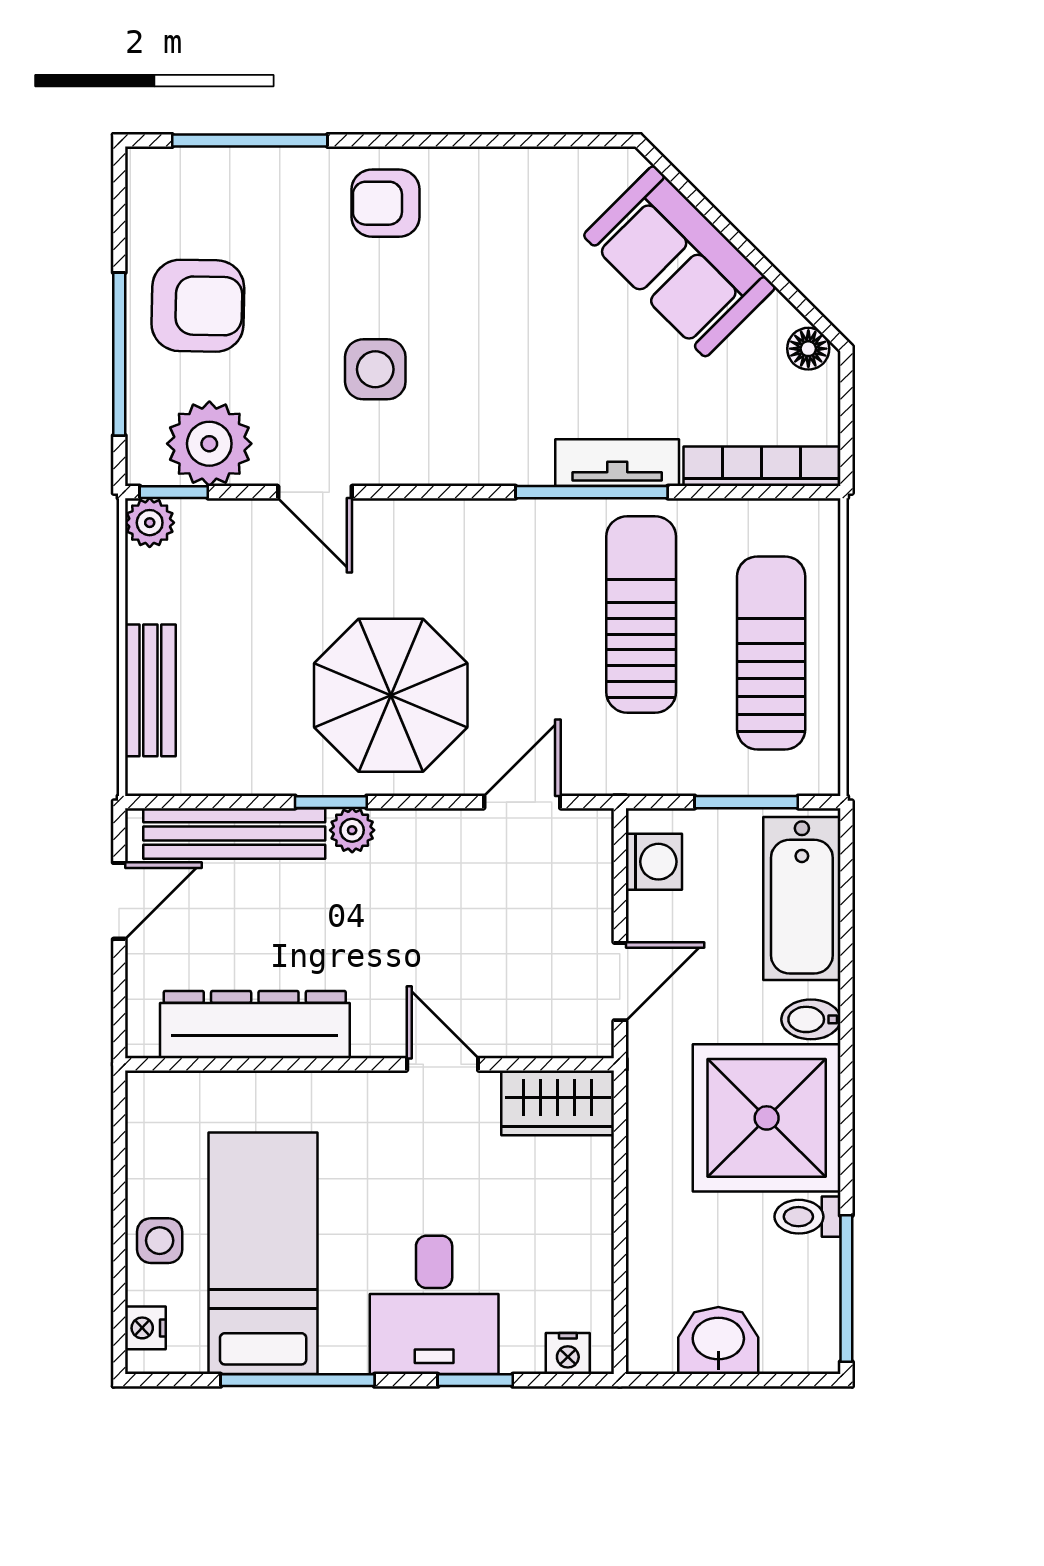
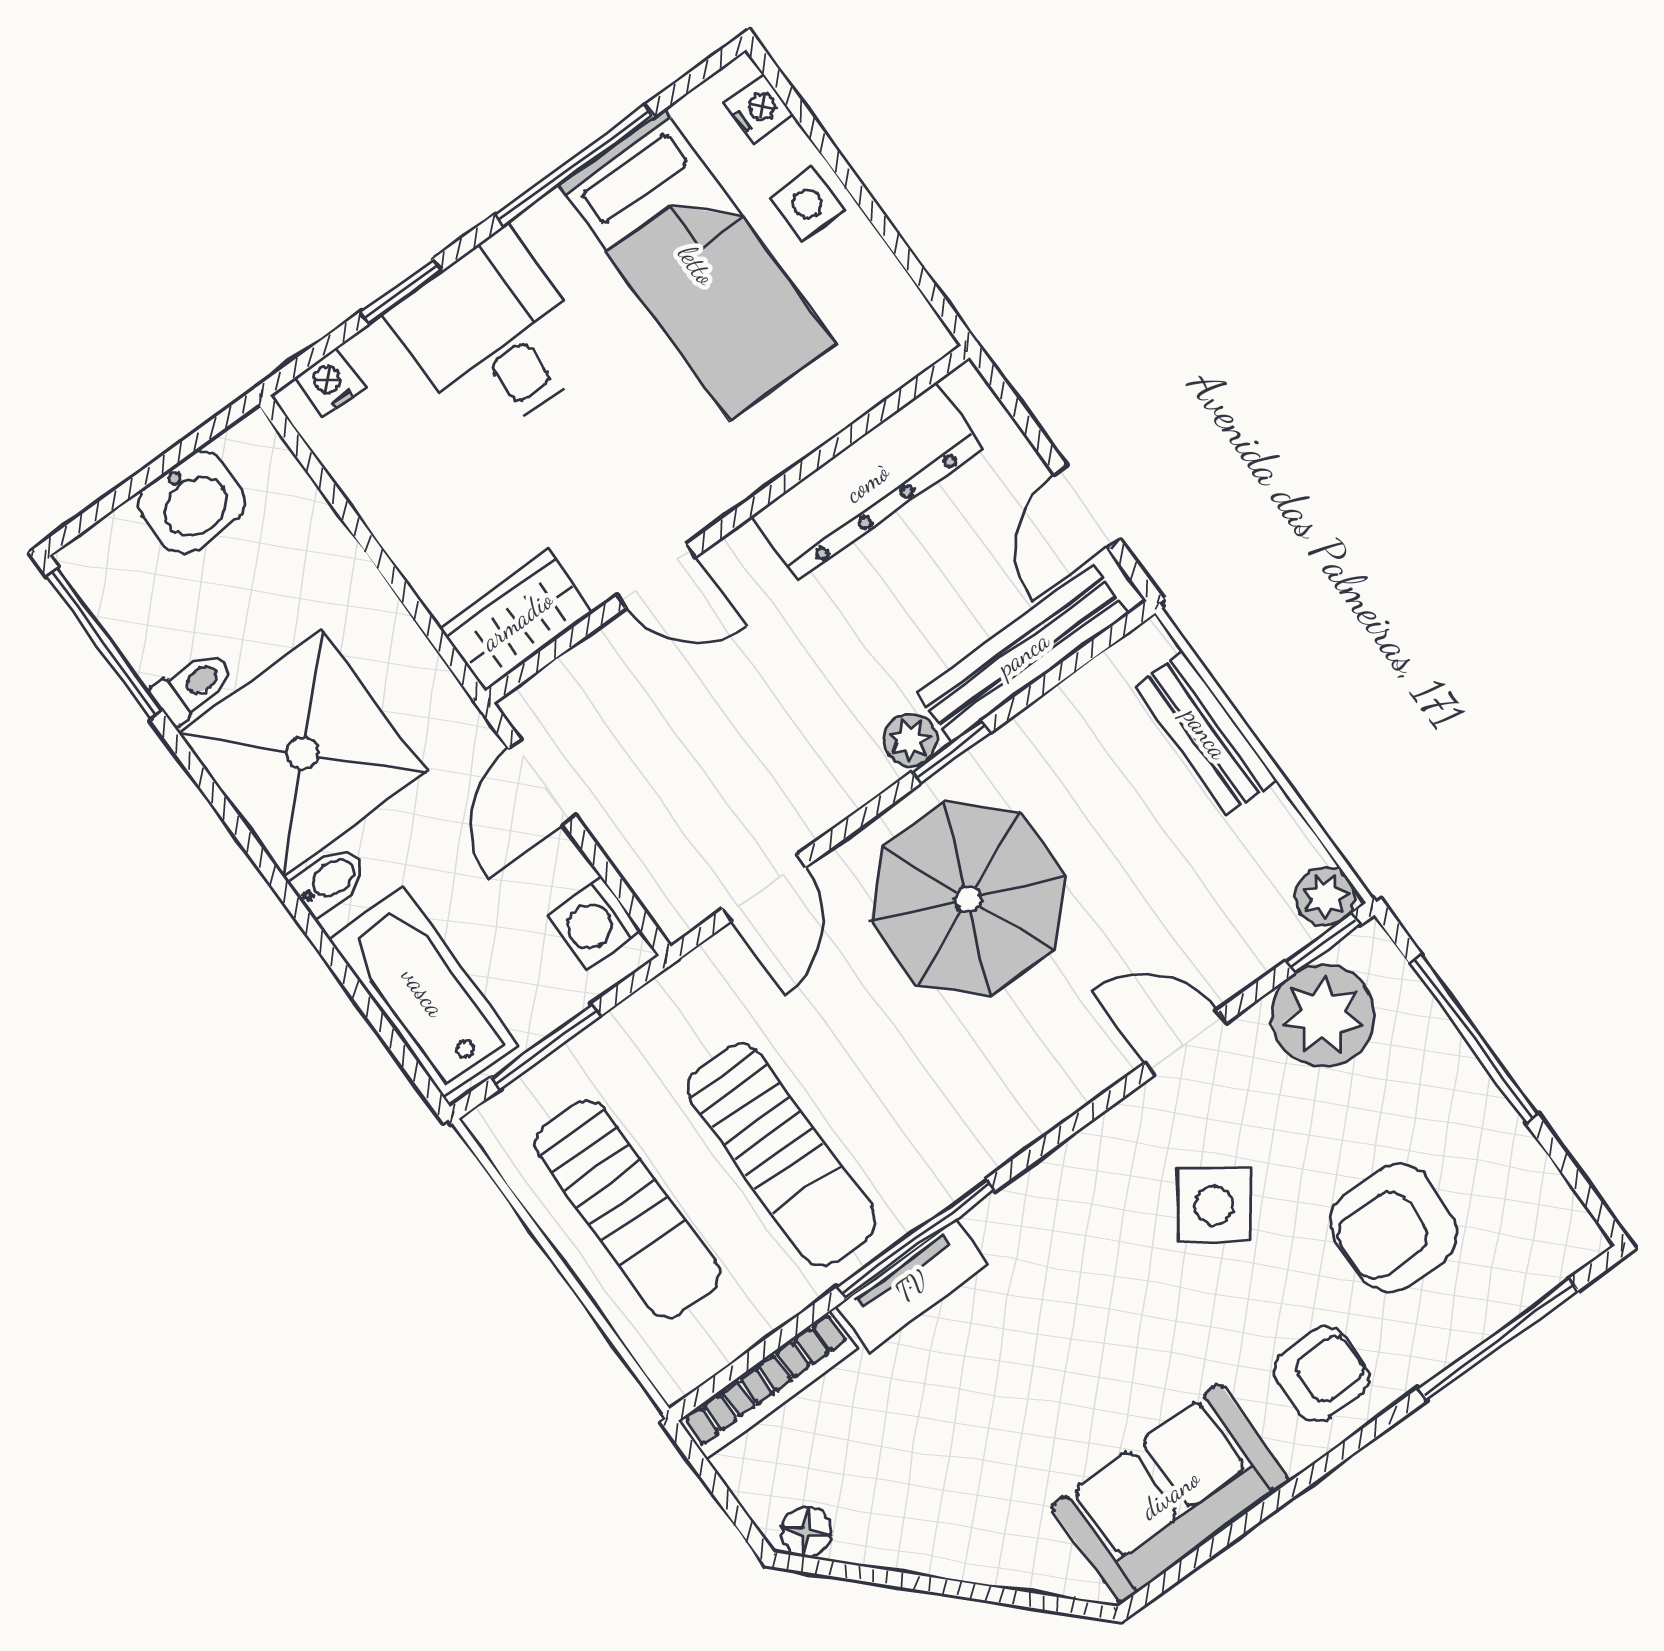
sofa: (679, 261) -> (1170, 1494), moved, turned -45
armchair: (198, 306) -> (1394, 1228), moved
side table: (375, 369) -> (1214, 1205), turned 35

